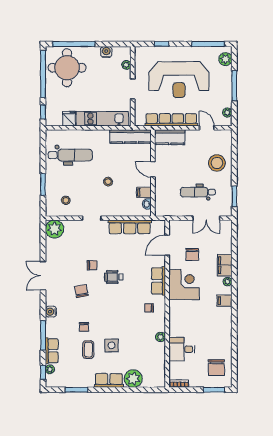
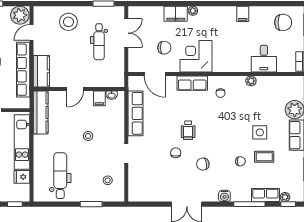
plant: (227, 113) -> (20, 15), width x1.88, depth x1.88
plant: (54, 229) -> (138, 192), removed
filing cabinet: (224, 301) -> (243, 14), moved

